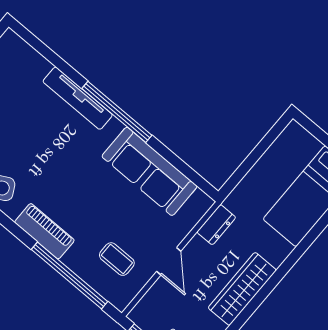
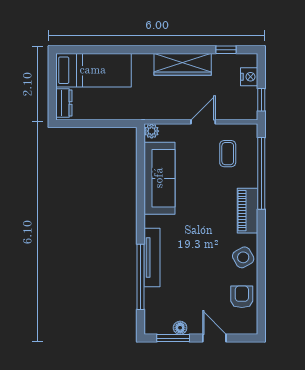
window: (117, 112) -> (140, 277), moved
plant: (202, 203) -> (152, 131), added
dresser: (216, 225) -> (64, 103), moved, turned 90

